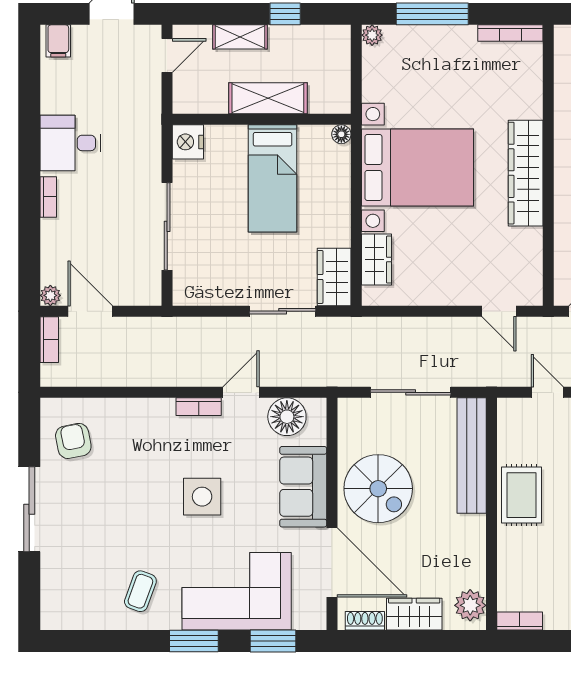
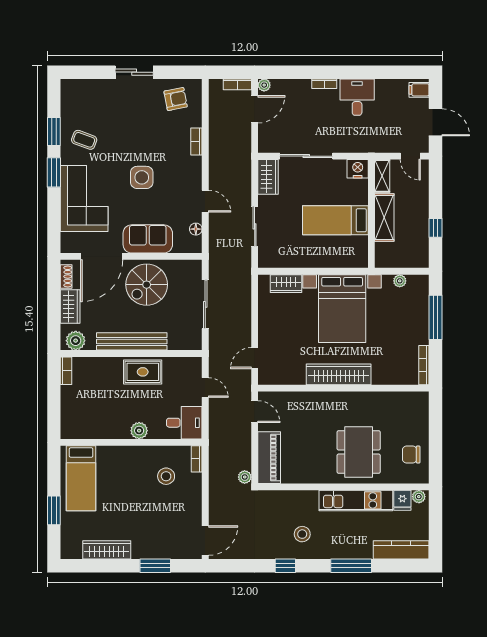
plant: (372, 35) -> (400, 281), moved
shelving: (240, 37) -> (382, 176), moved
floor lamp: (341, 134) -> (362, 262), removed
wardrobe: (334, 277) -> (268, 177), moved, turned 90
door: (547, 392) -> (205, 388), hinge flipped
bookcase: (199, 407) -> (196, 142), moved
floor lamp: (287, 417) -> (196, 229), width x0.53, depth x0.53
bench: (472, 456) -> (132, 341), moved
sliding door: (29, 509) -> (134, 72), width x0.73
window: (273, 641) -> (54, 131), moved

